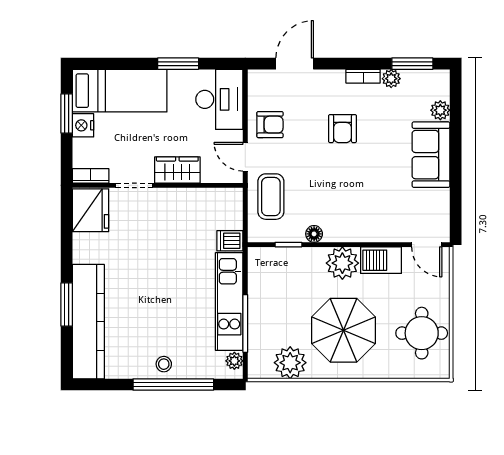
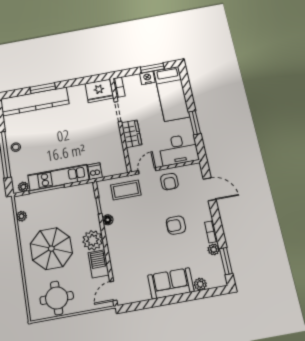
plant: (290, 363) -> (21, 216), width x0.53, depth x0.53

